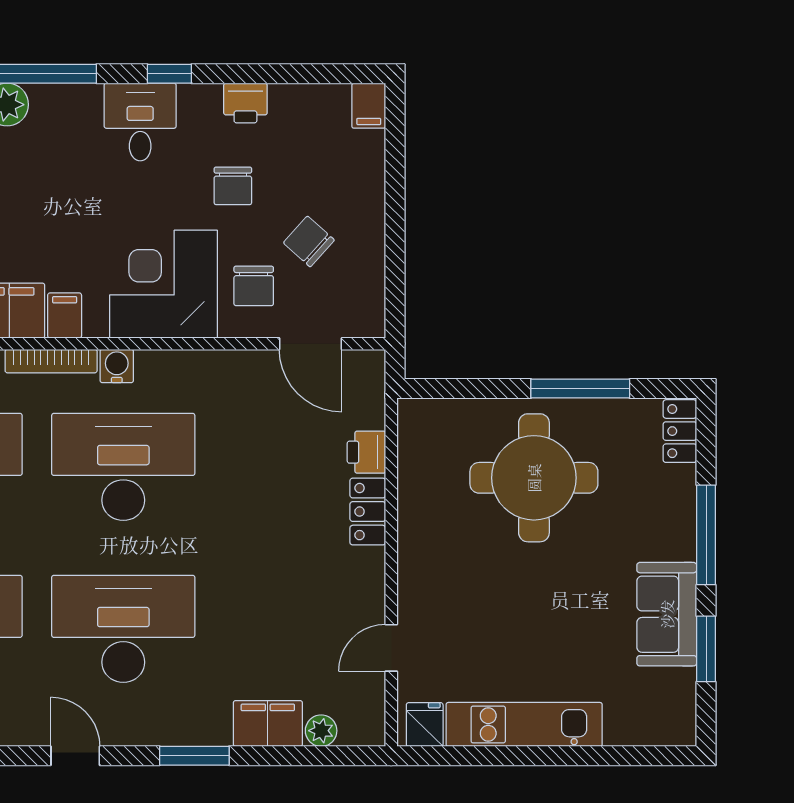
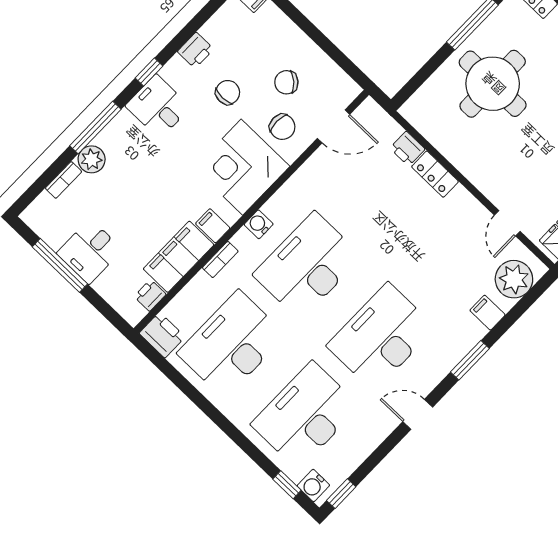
chair: (233, 186) -> (228, 92), turned -90
bookcase: (51, 361) -> (220, 260), width x0.64
filing cabinet: (268, 724) -> (488, 313), width x0.50
plant: (321, 731) -> (514, 279), width x1.88, depth x1.88

